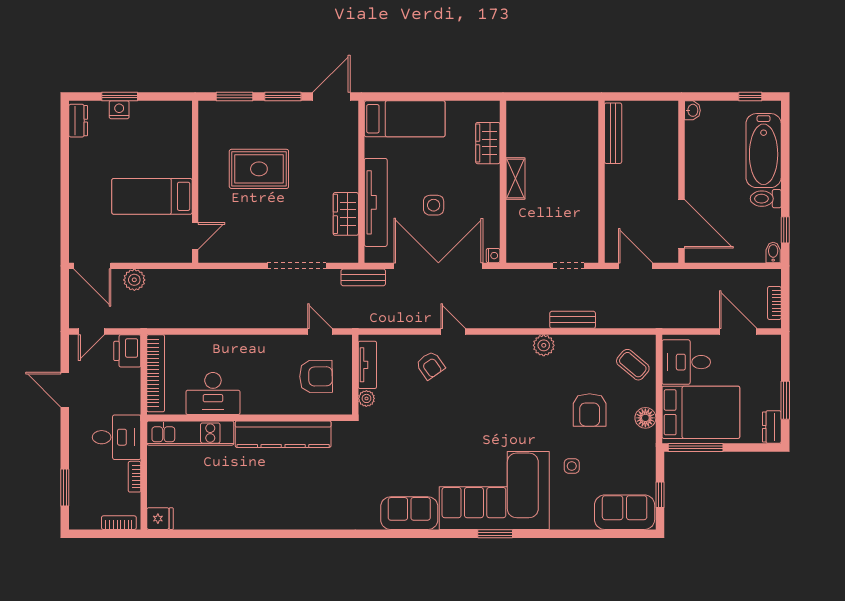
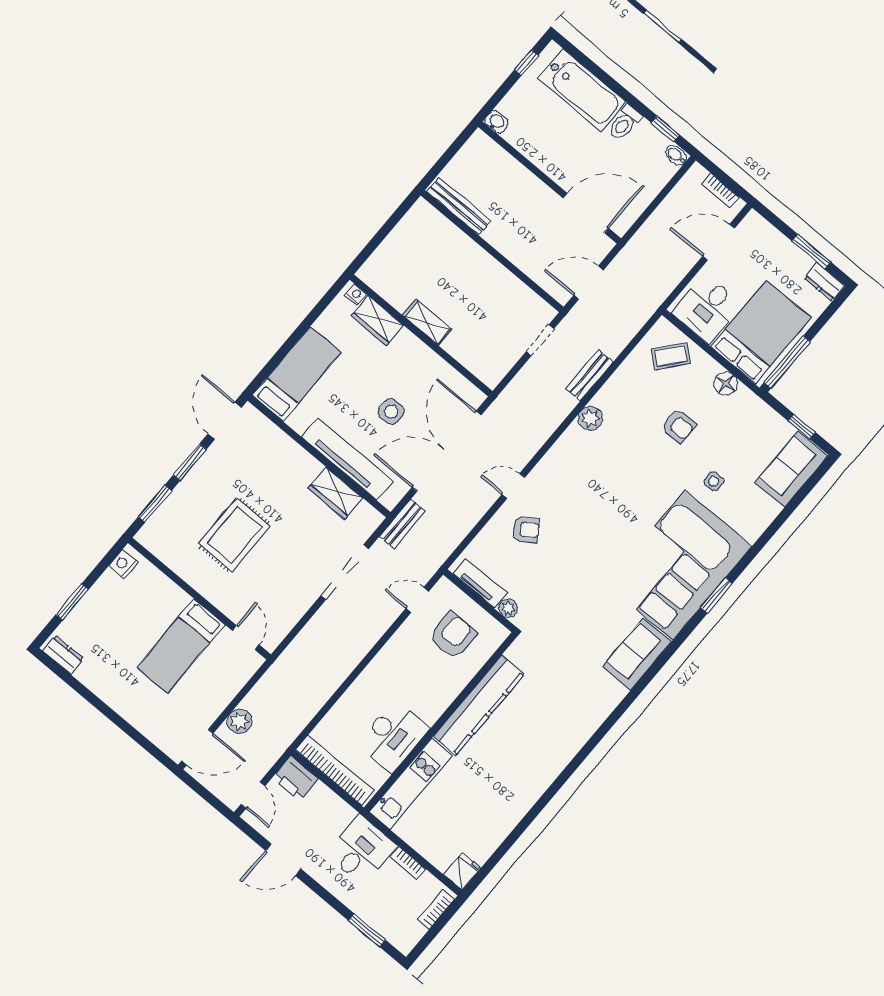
nightstand: (119, 110) -> (123, 564), moved
nightstand: (493, 256) -> (356, 295), moved
armchair: (590, 410) -> (679, 426), width x0.72, depth x0.72

